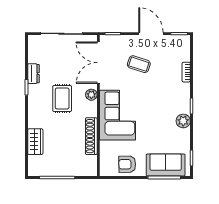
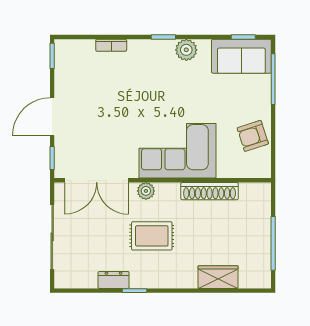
door: (151, 34) -> (52, 117), moved
coffee table: (139, 64) -> (99, 118), removed
armchair: (127, 164) -> (253, 136), turned 73
sofa: (166, 165) -> (241, 56), moved, turned -90

